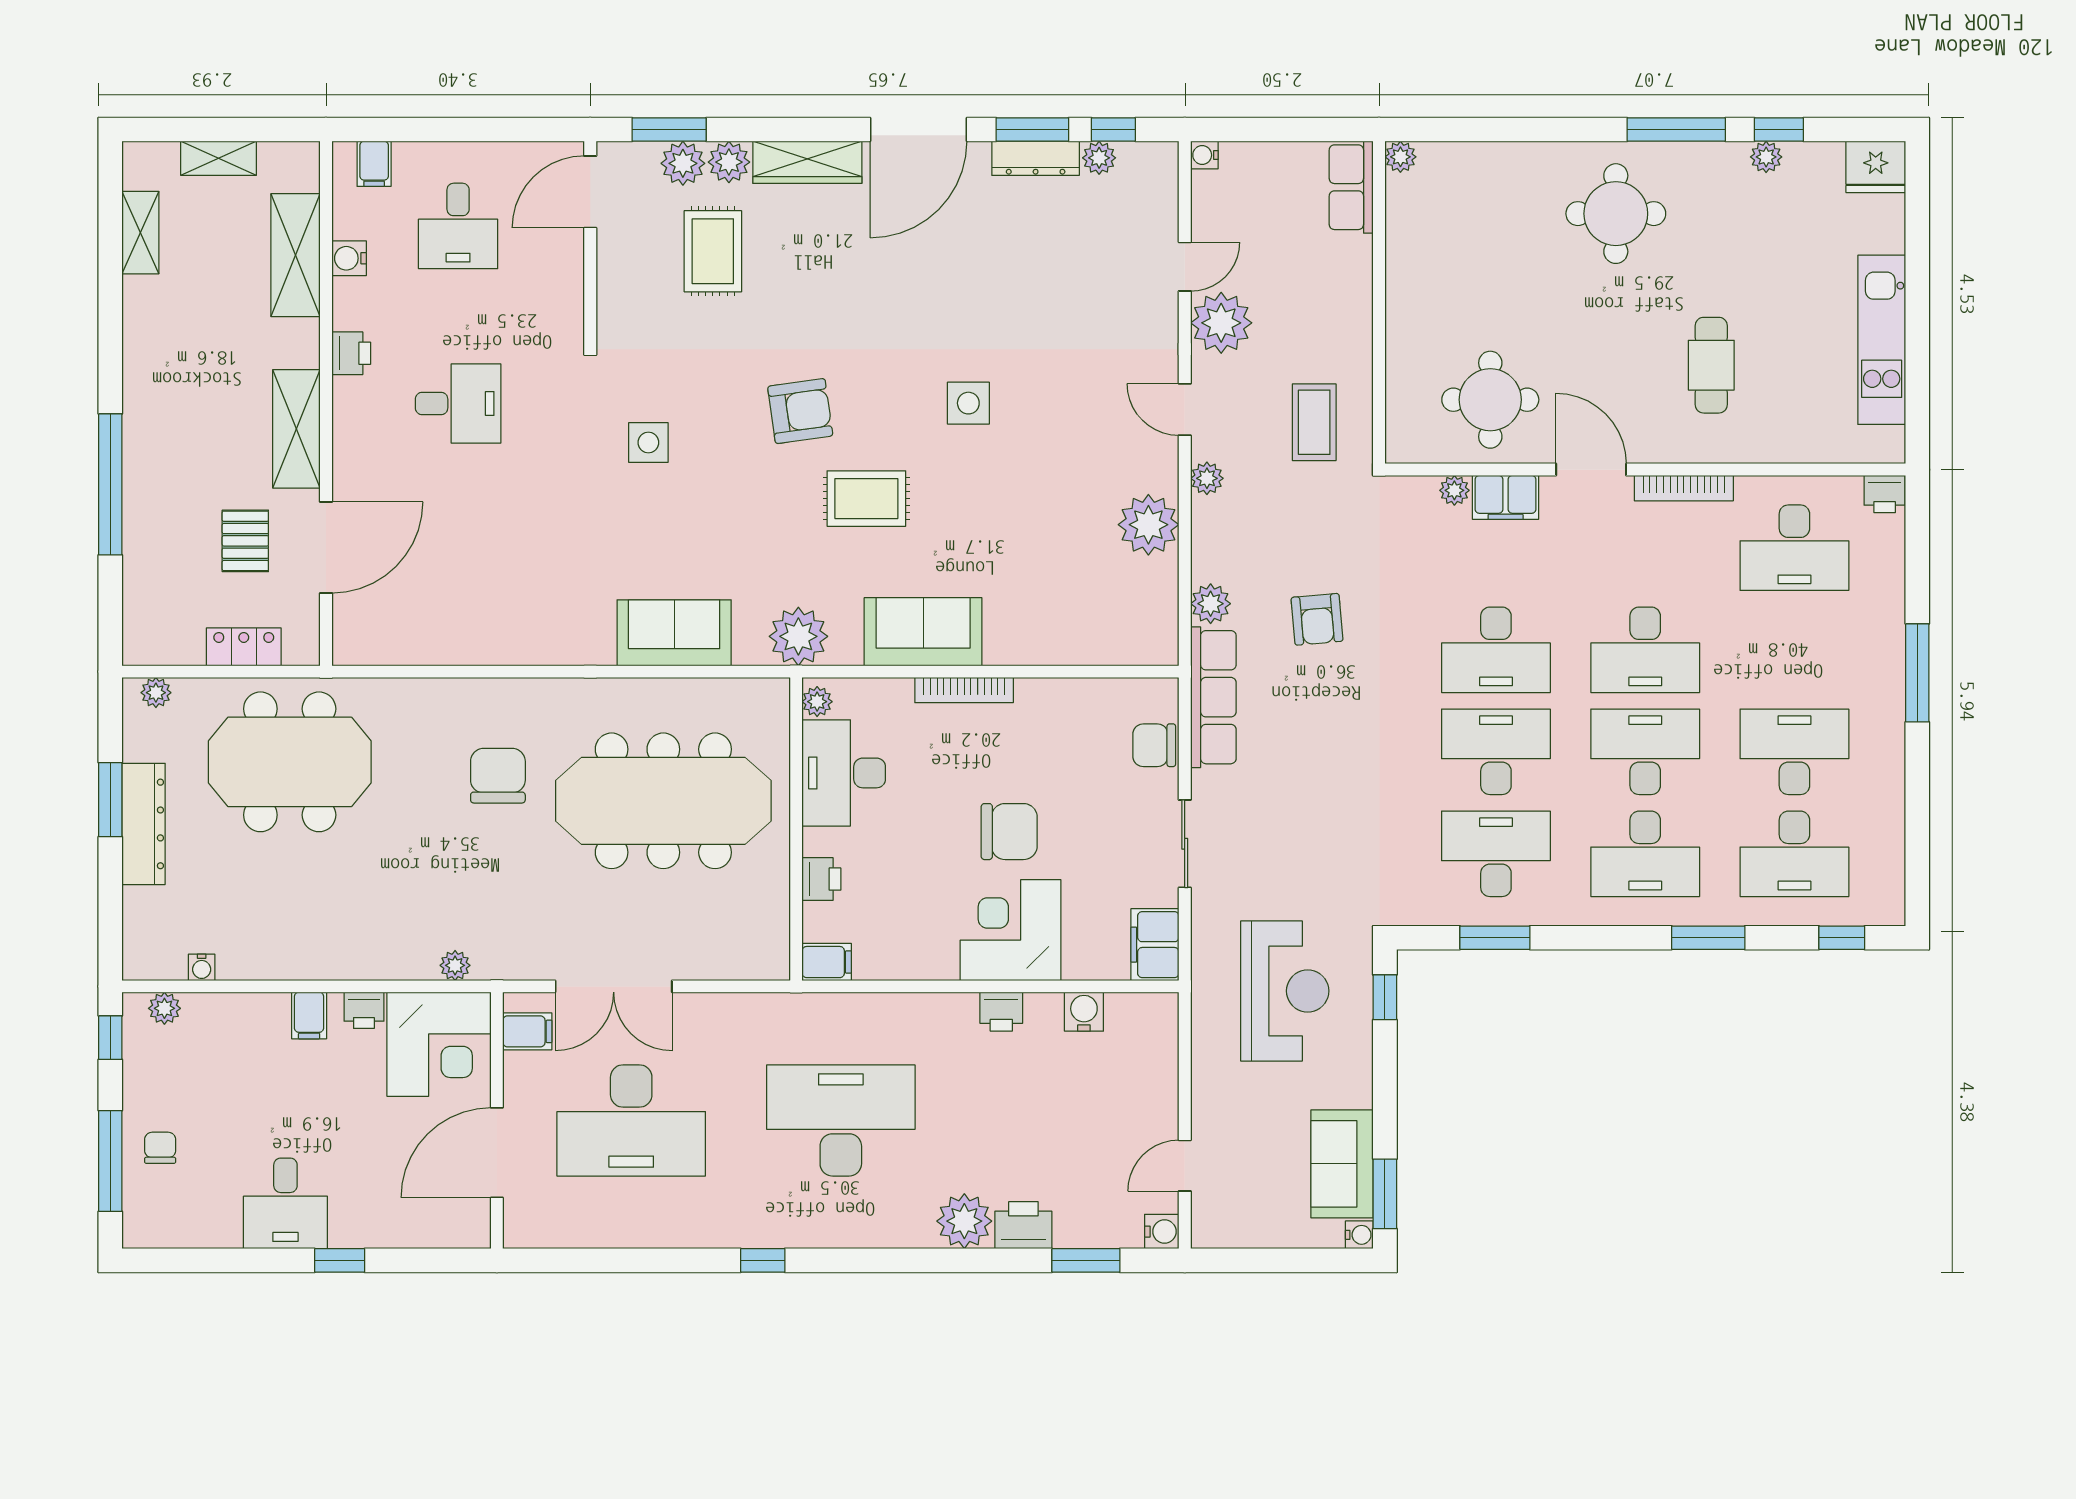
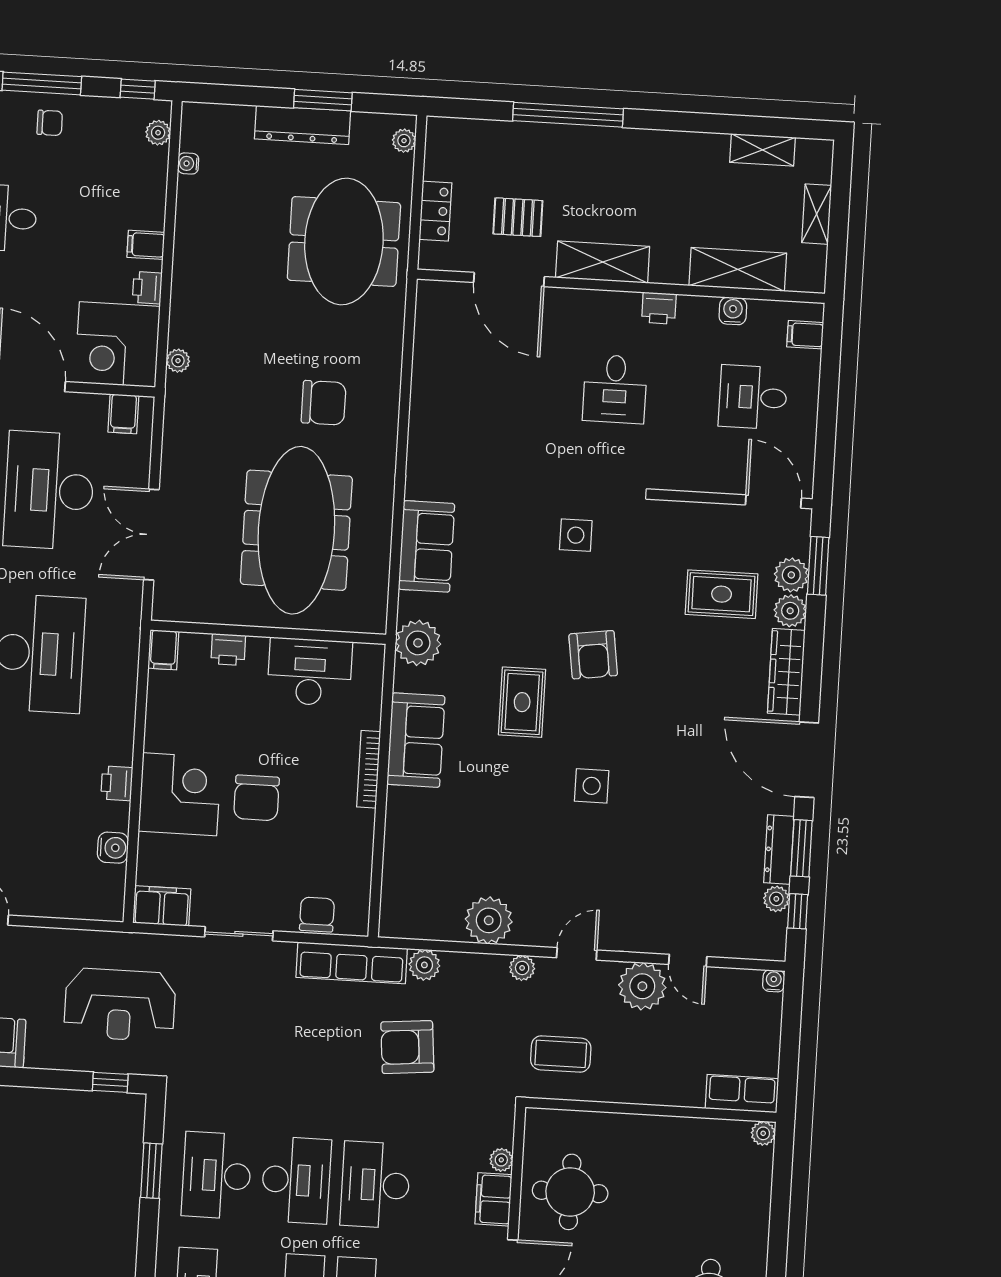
armchair: (1317, 619) -> (407, 1047), width x1.38, depth x1.38
plant: (817, 702) -> (366, 654), removed
desk: (1496, 854) -> (217, 1175), turned 180
double door: (614, 986) -> (151, 535), moved

